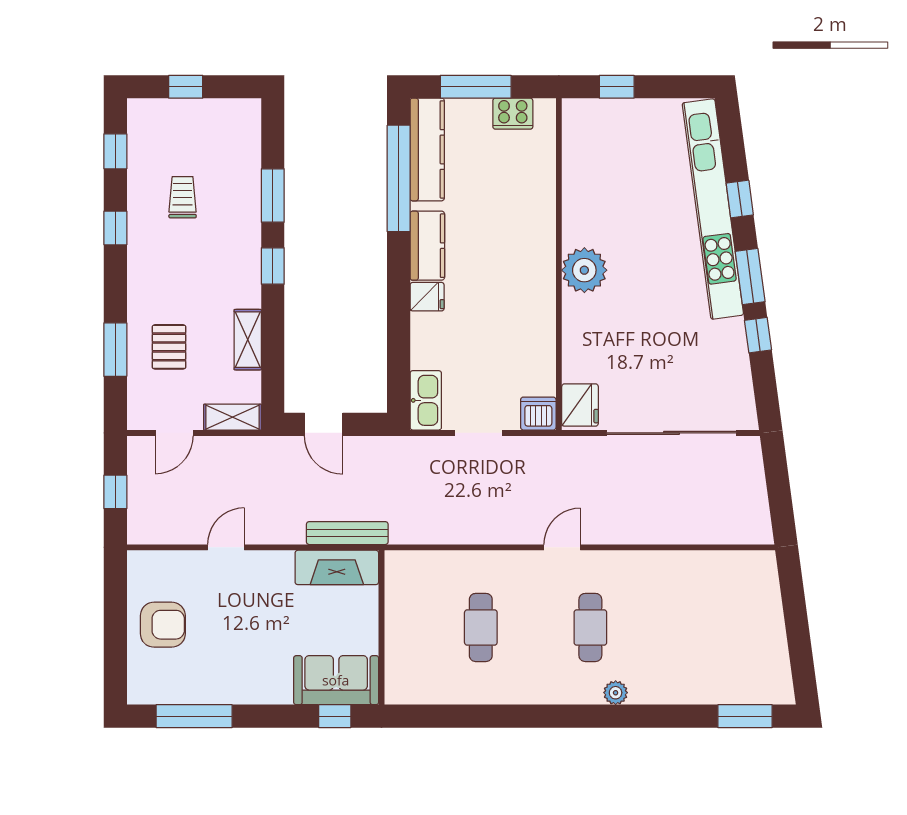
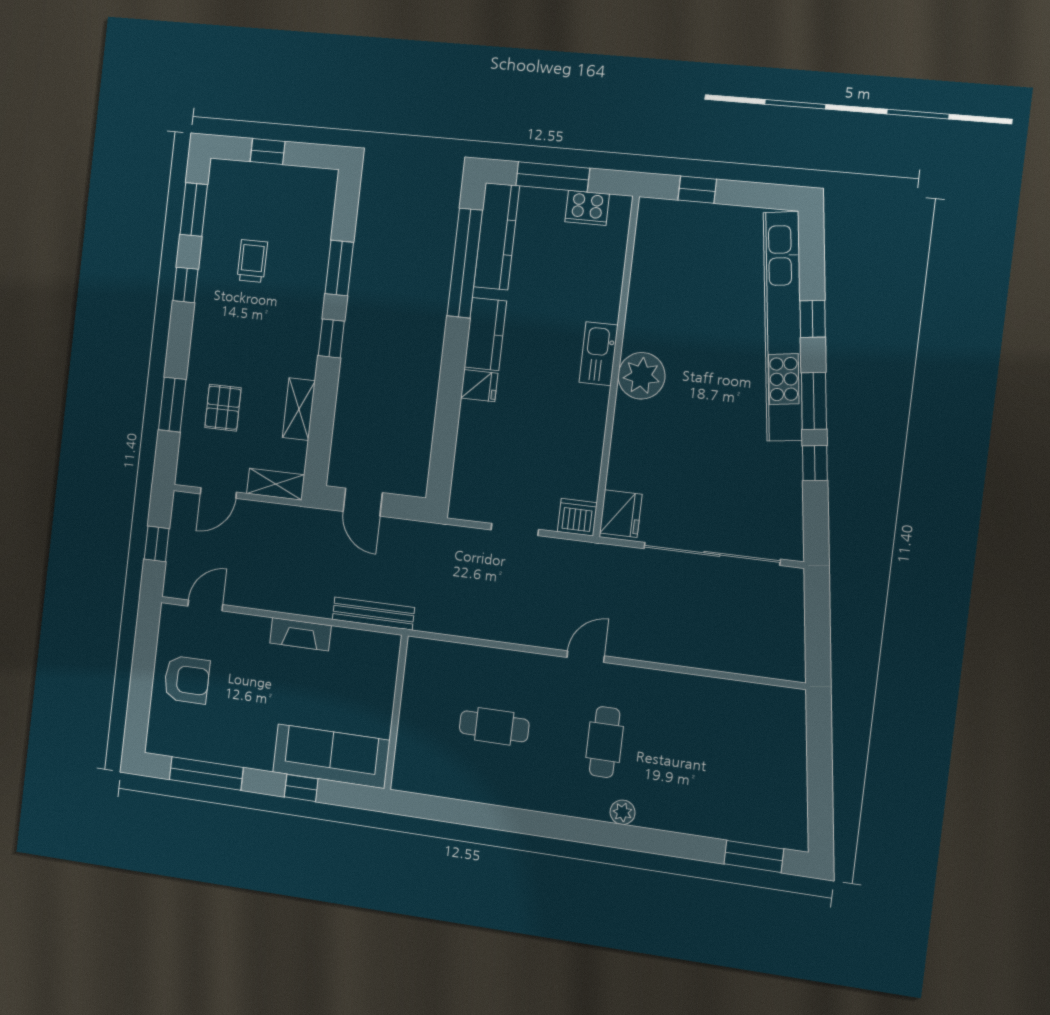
window: (115, 151) -> (194, 209), width x1.50
kitchen sink: (426, 400) -> (599, 354), moved, turned 180
door: (226, 547) -> (205, 605), moved
fireplace: (337, 567) -> (301, 634), moved, width x0.73, depth x0.76
cafe table: (481, 627) -> (494, 726), turned 90
sofa: (336, 680) -> (331, 756), width x1.36
window: (335, 716) -> (301, 788), moved

